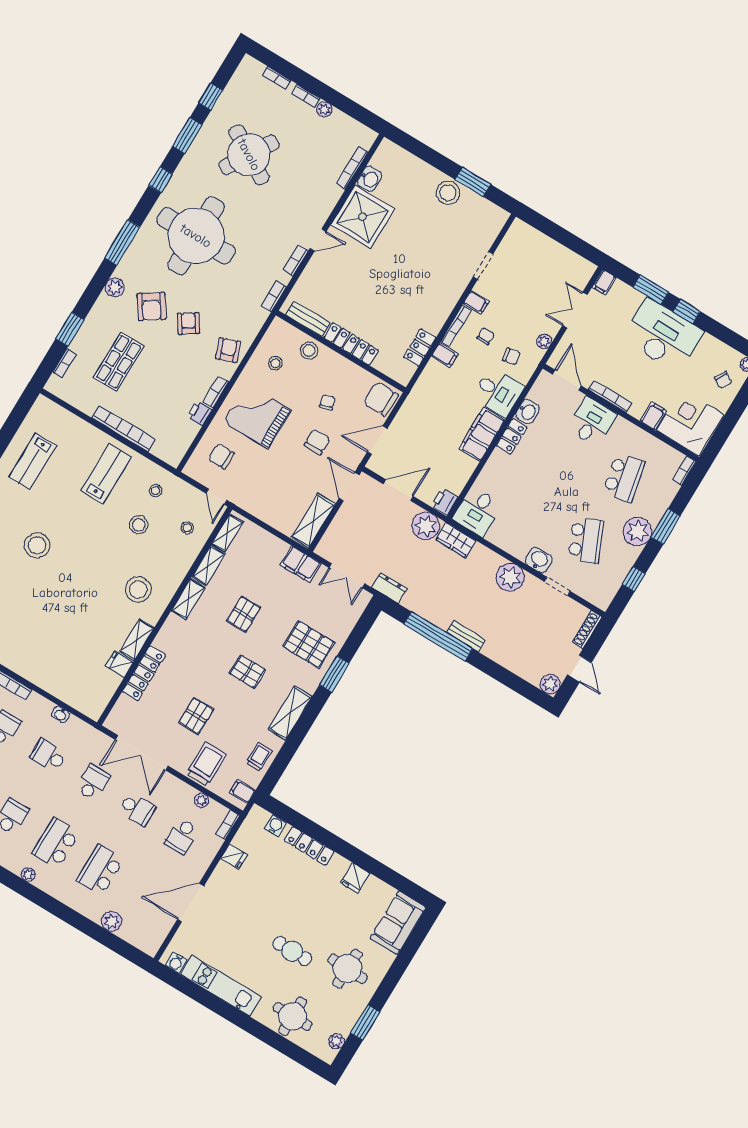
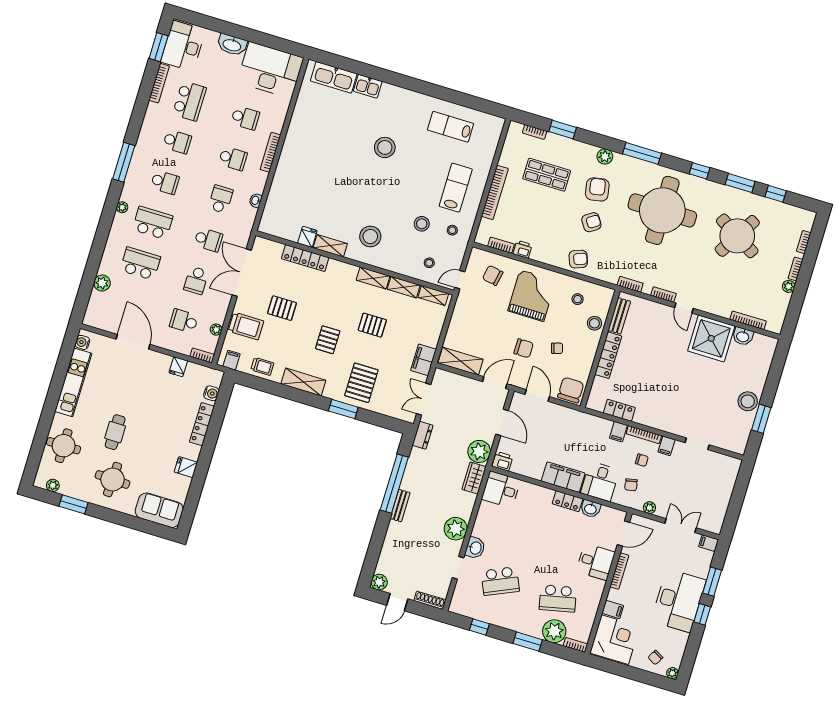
armchair: (151, 306) -> (597, 189), turned 114
bookcase: (216, 392) -> (501, 245), moved
chair: (221, 456) -> (493, 275), turned -79
lab bench: (106, 474) -> (456, 188), turned -90
plant: (638, 531) -> (554, 631), moved

